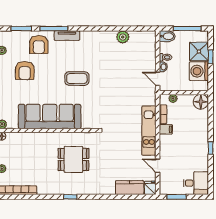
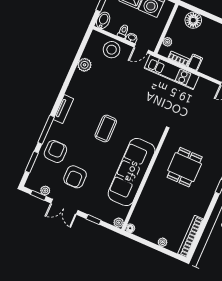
tv unit: (67, 36) -> (63, 109), moved
armchair: (39, 45) -> (55, 151), turned -90
stool: (146, 54) -> (112, 50), added
armchair: (25, 71) -> (75, 177), turned 90
floor lamp: (201, 102) -> (193, 20), moved
kitchen unit: (149, 131) -> (172, 72), moved

